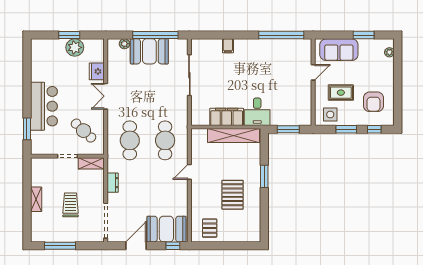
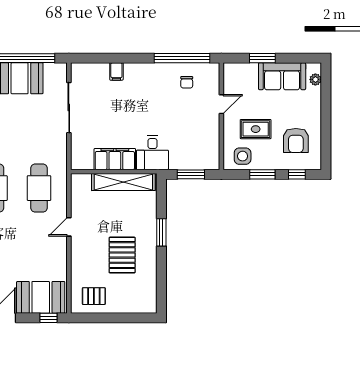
window: (364, 35) -> (262, 58), moved
sofa: (339, 50) -> (282, 76), moved
chair: (285, 55) -> (187, 82), added
pallet: (210, 228) -> (94, 296), turned 90

